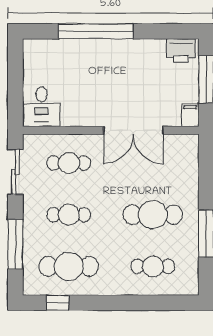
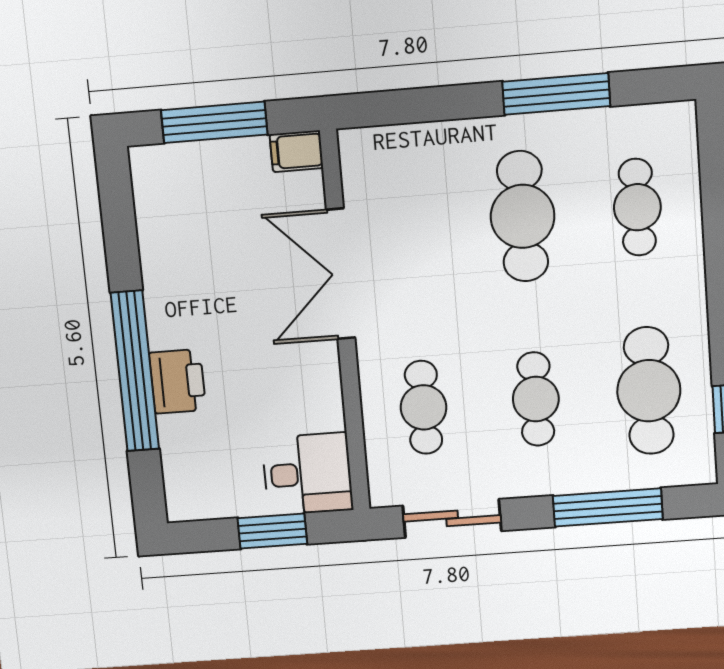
printer: (181, 51) -> (177, 381), moved
window: (15, 88) -> (272, 531), added
double door: (133, 130) -> (341, 274), swing flipped

